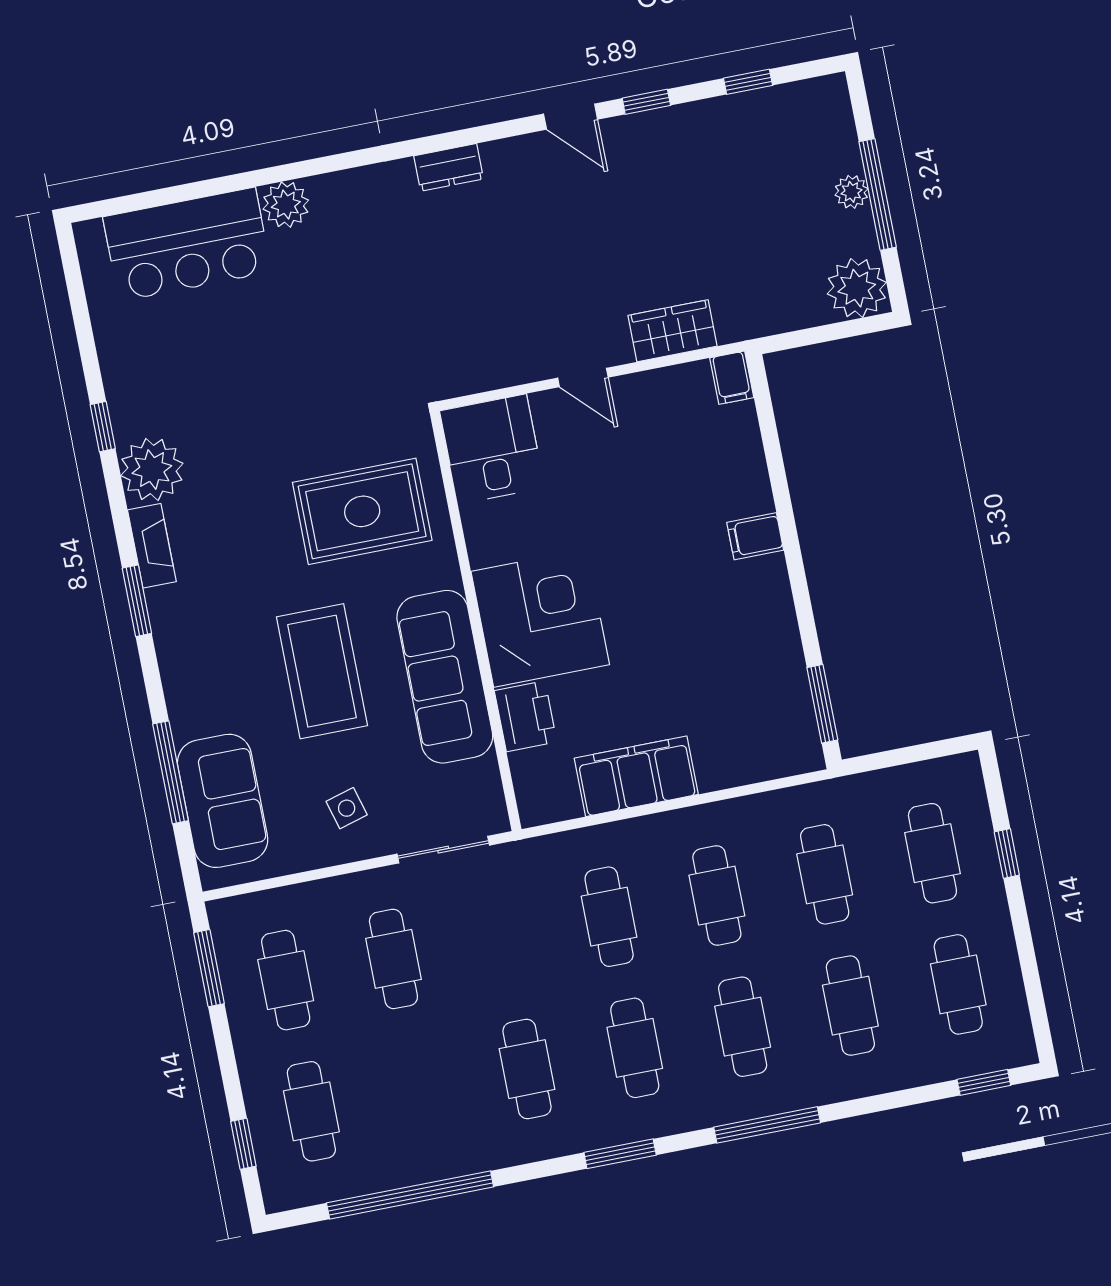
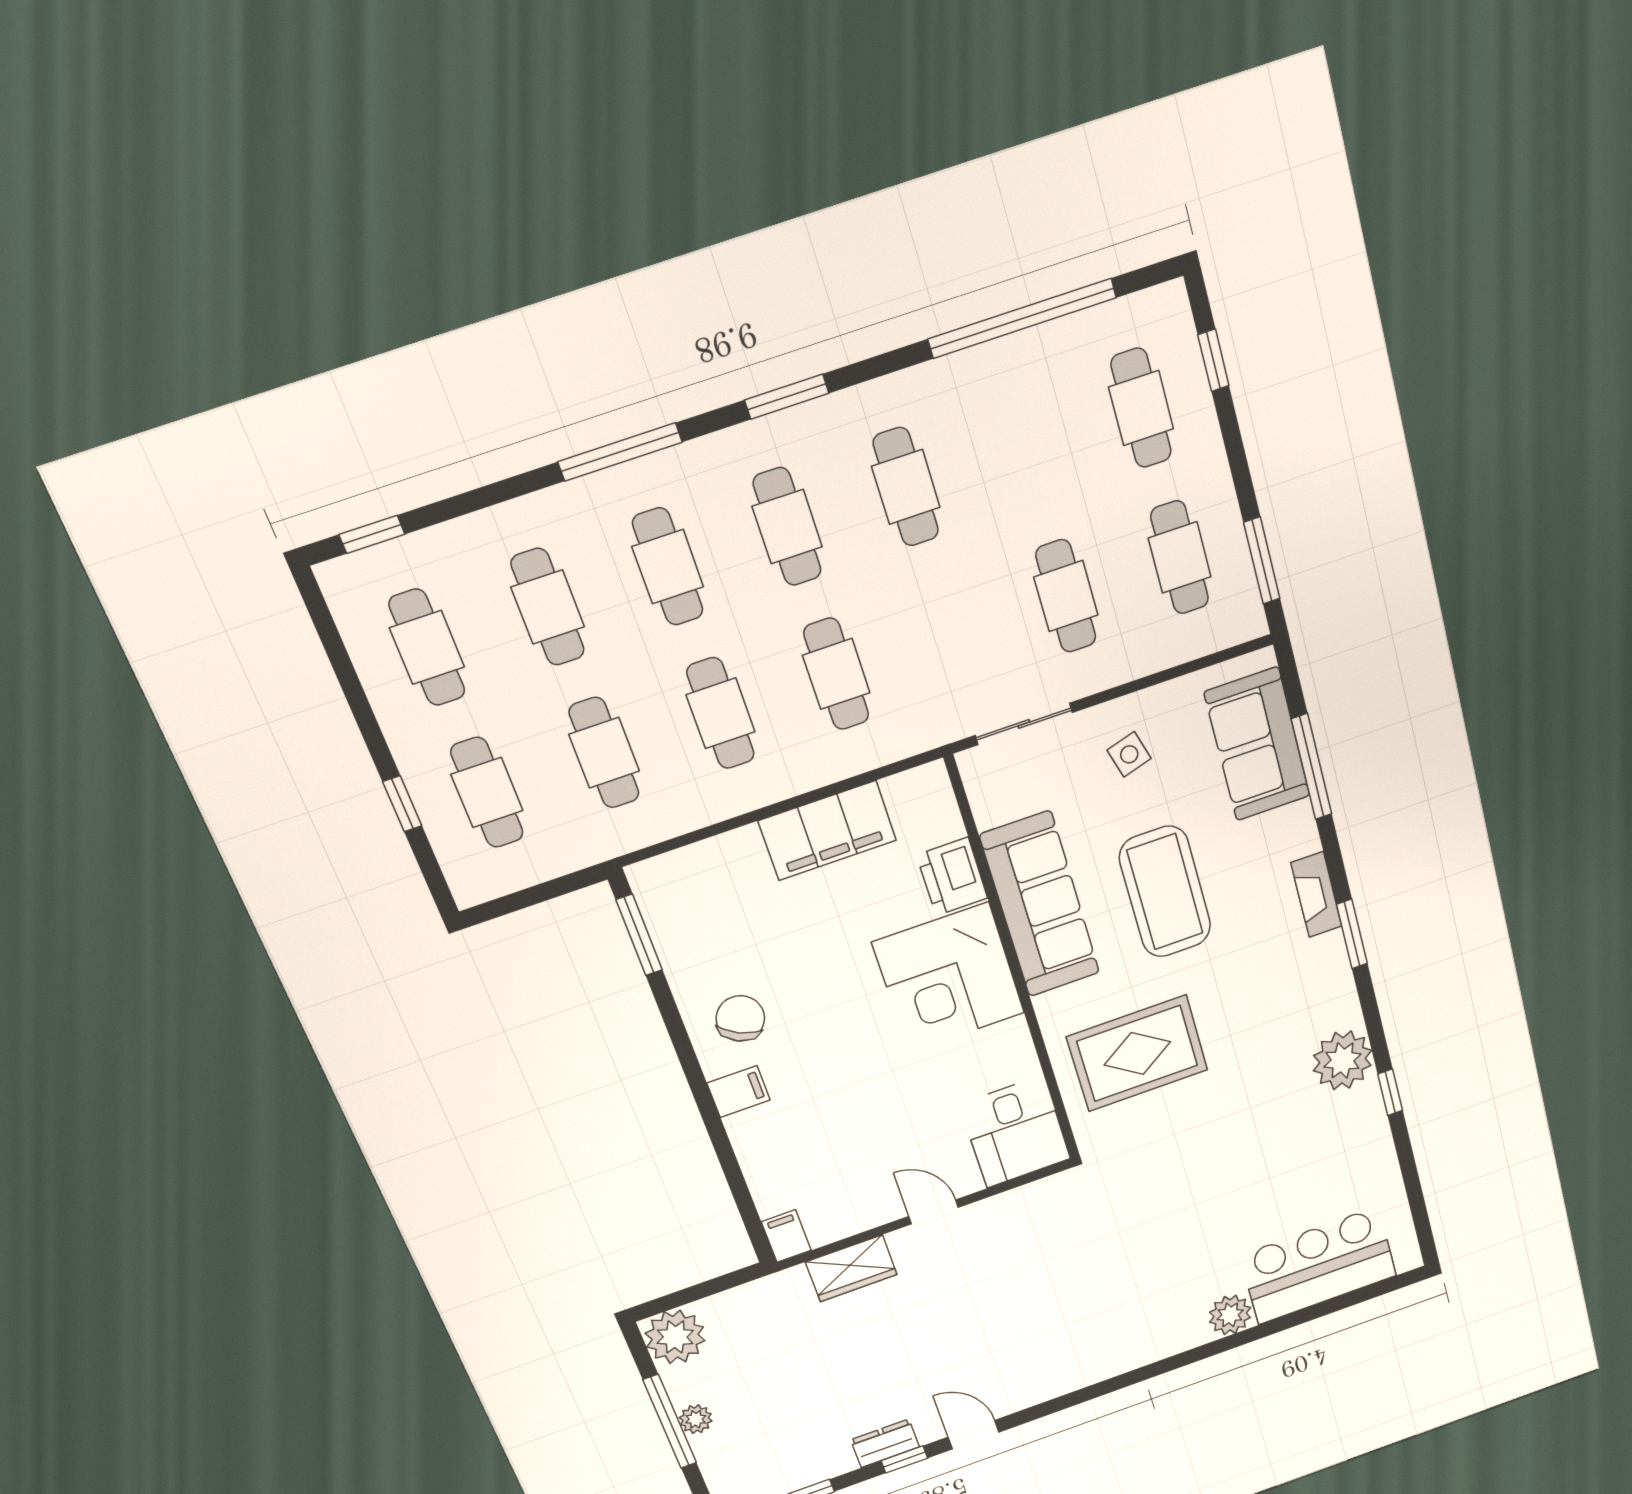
dresser: (449, 167) -> (885, 1443), moved
fireplace: (152, 546) -> (1316, 895), moved
chair: (742, 609) -> (740, 1018), added

